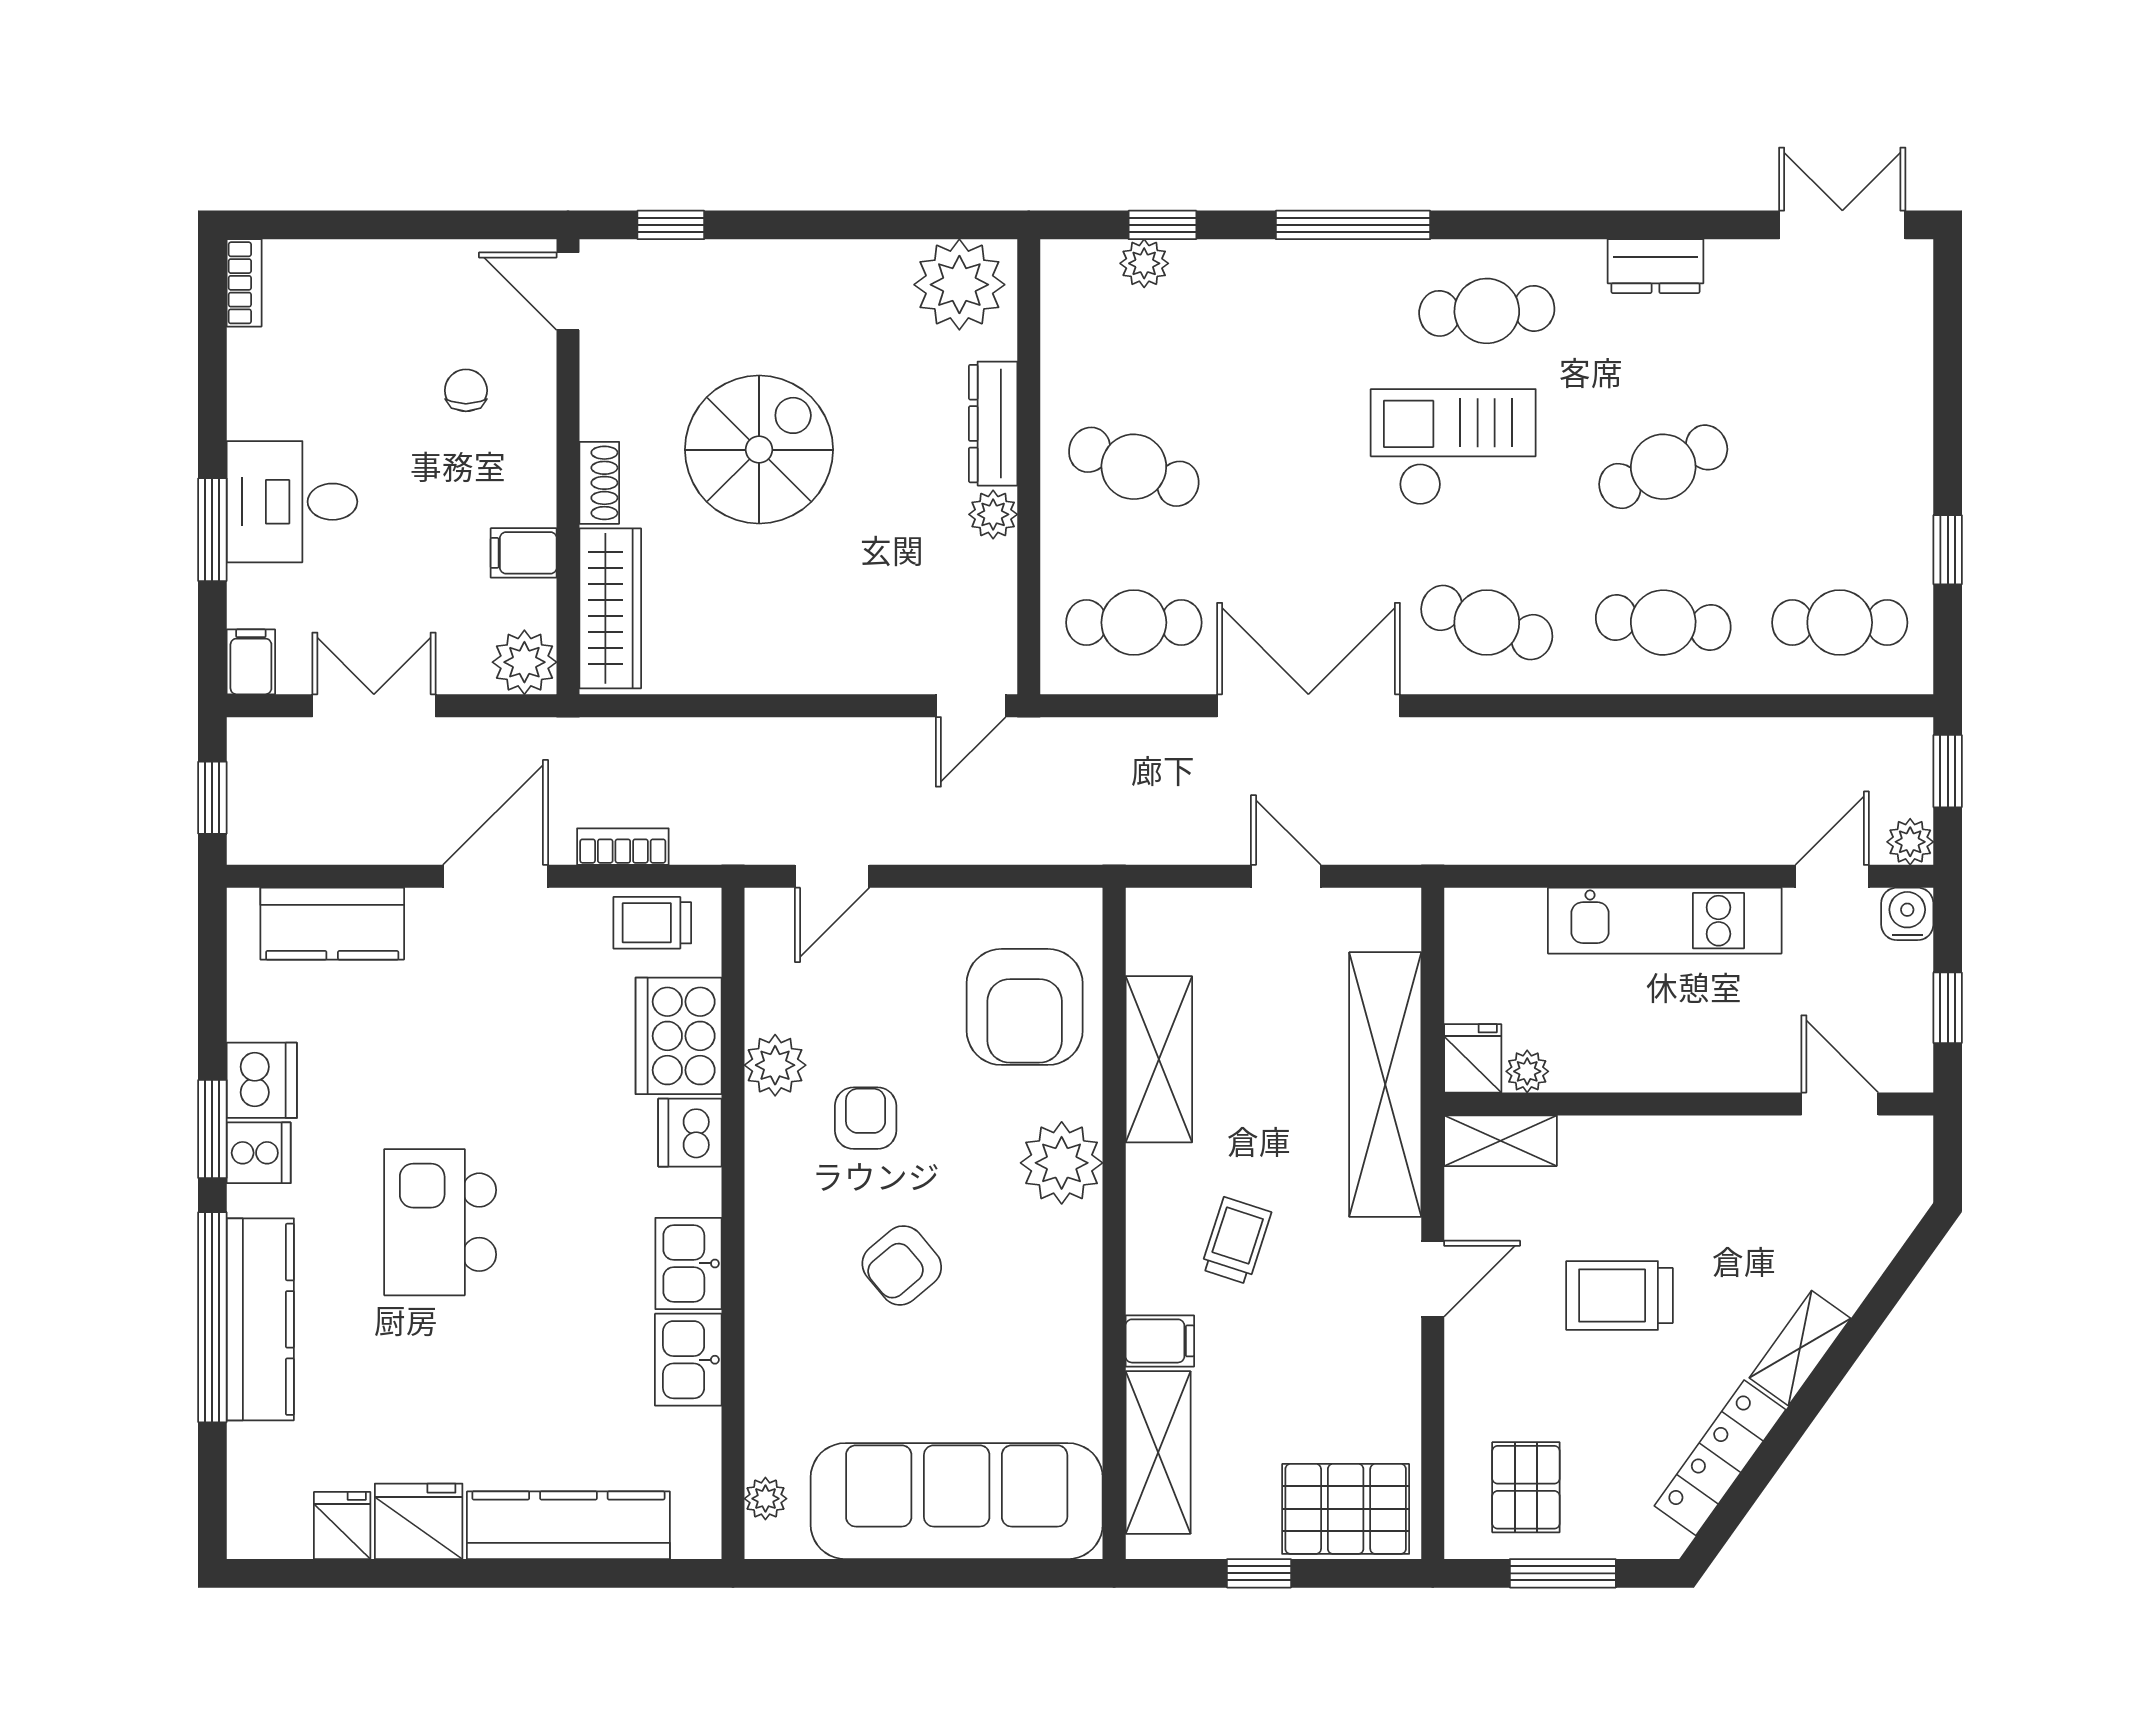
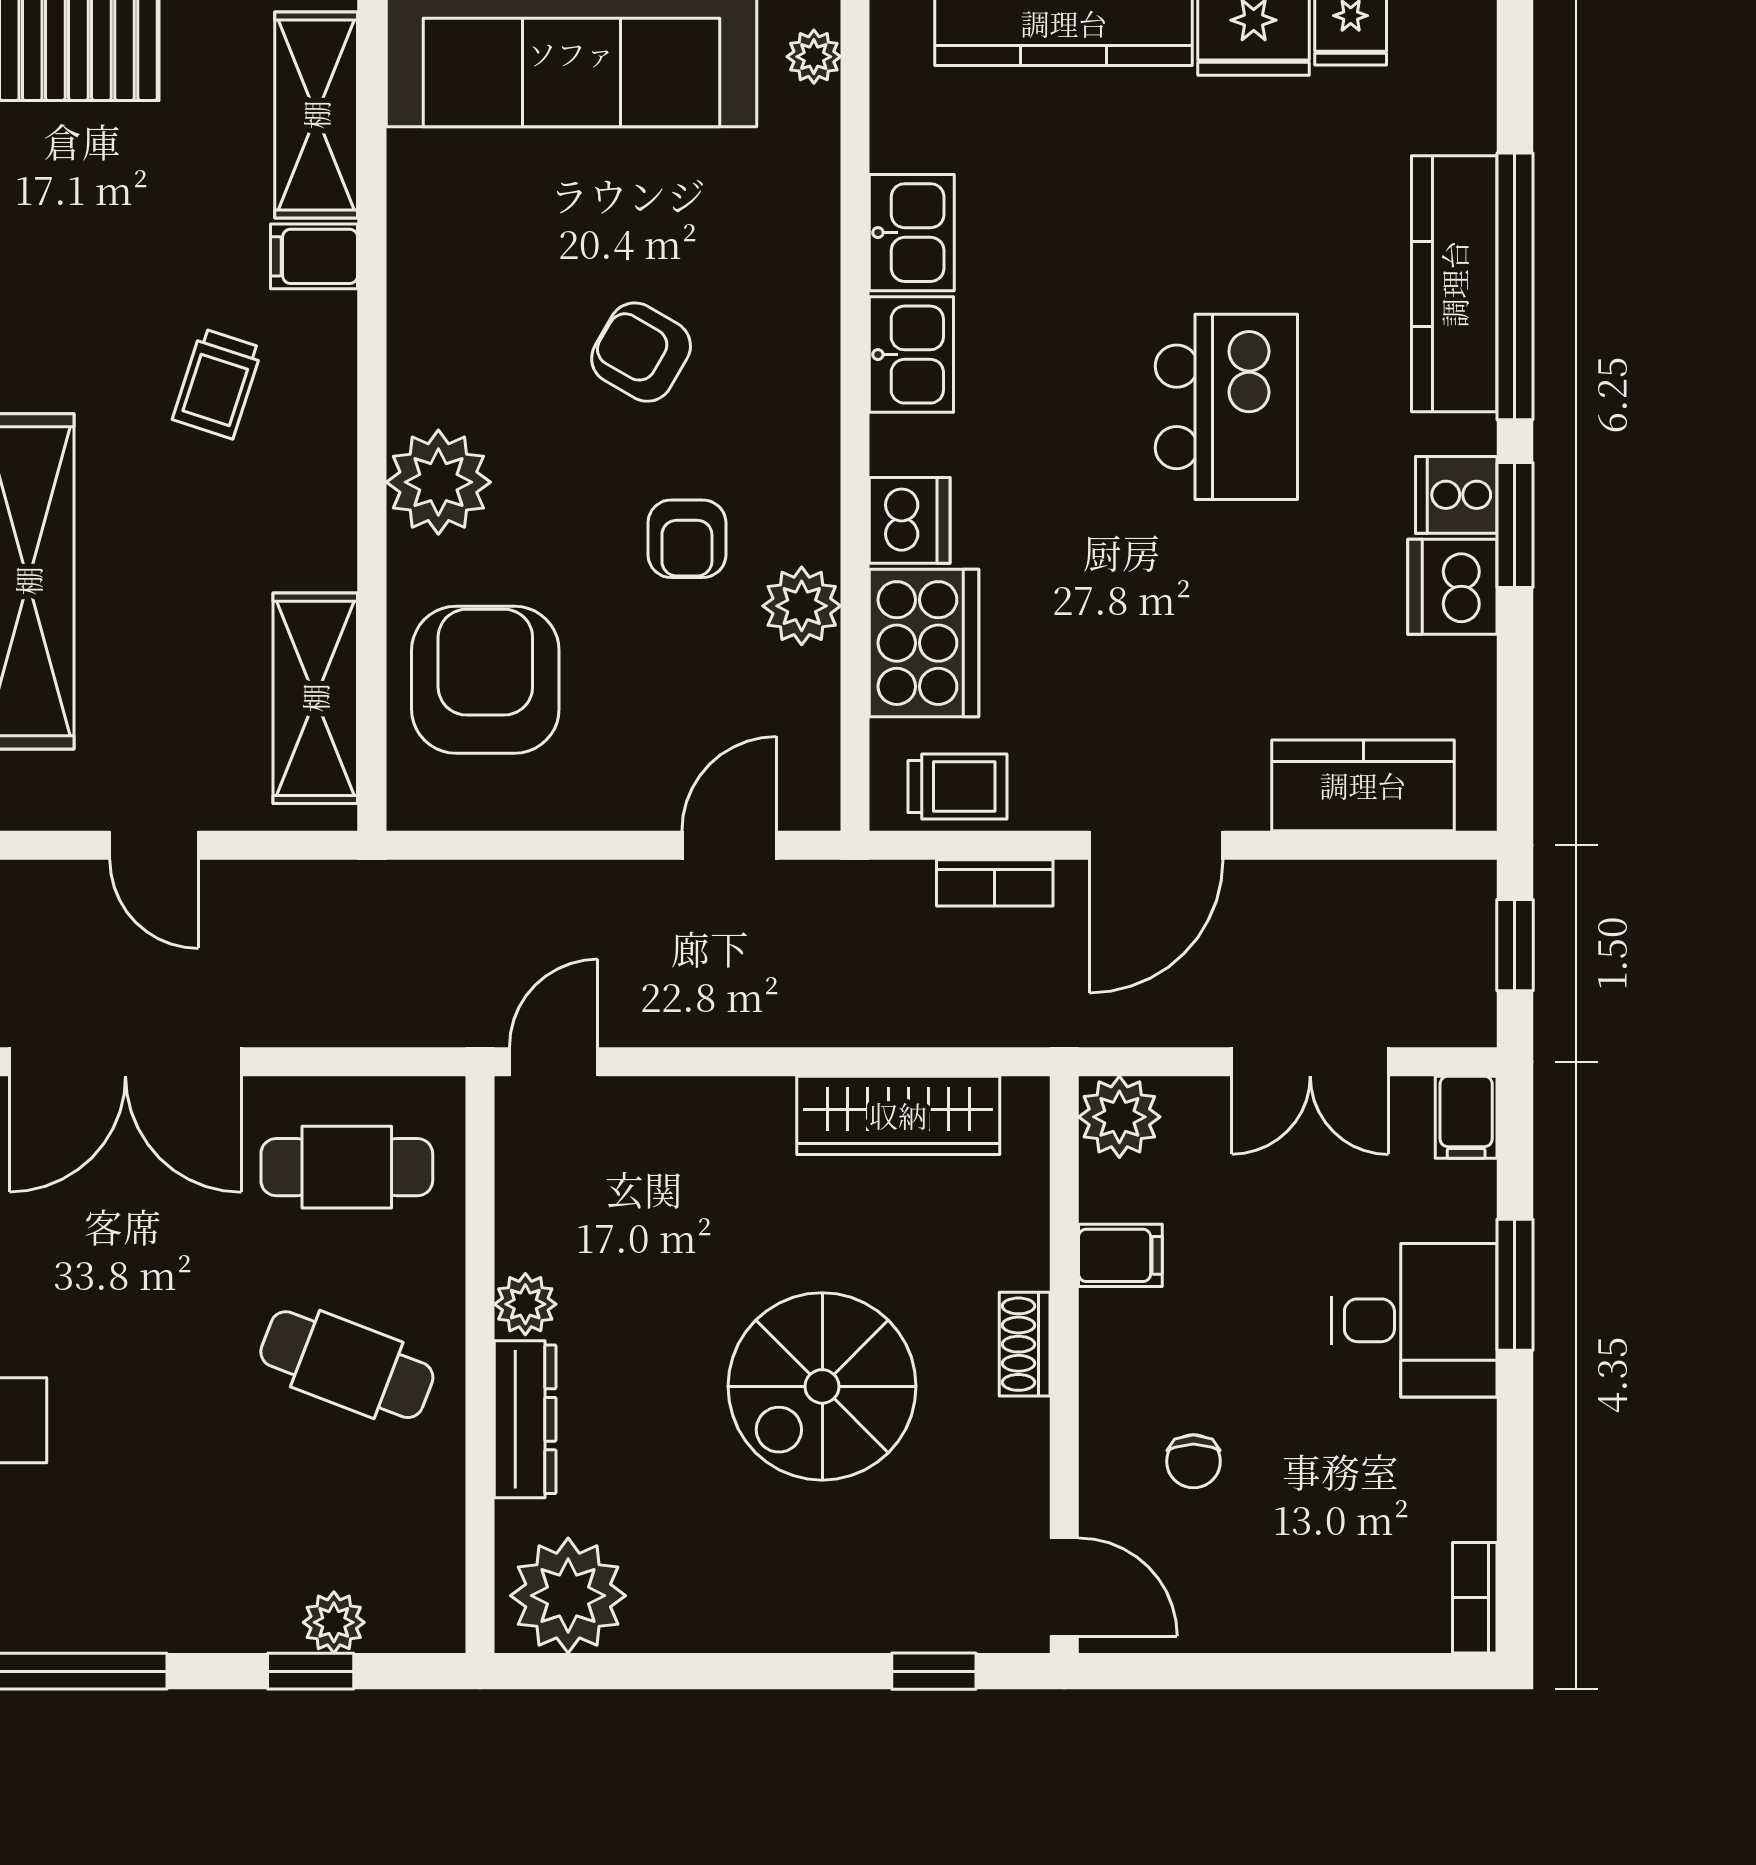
wardrobe: (610, 608) -> (898, 1115), moved, turned -90
shelving: (1159, 1059) -> (315, 698), moved
armchair: (902, 1265) -> (641, 352), turned -110

